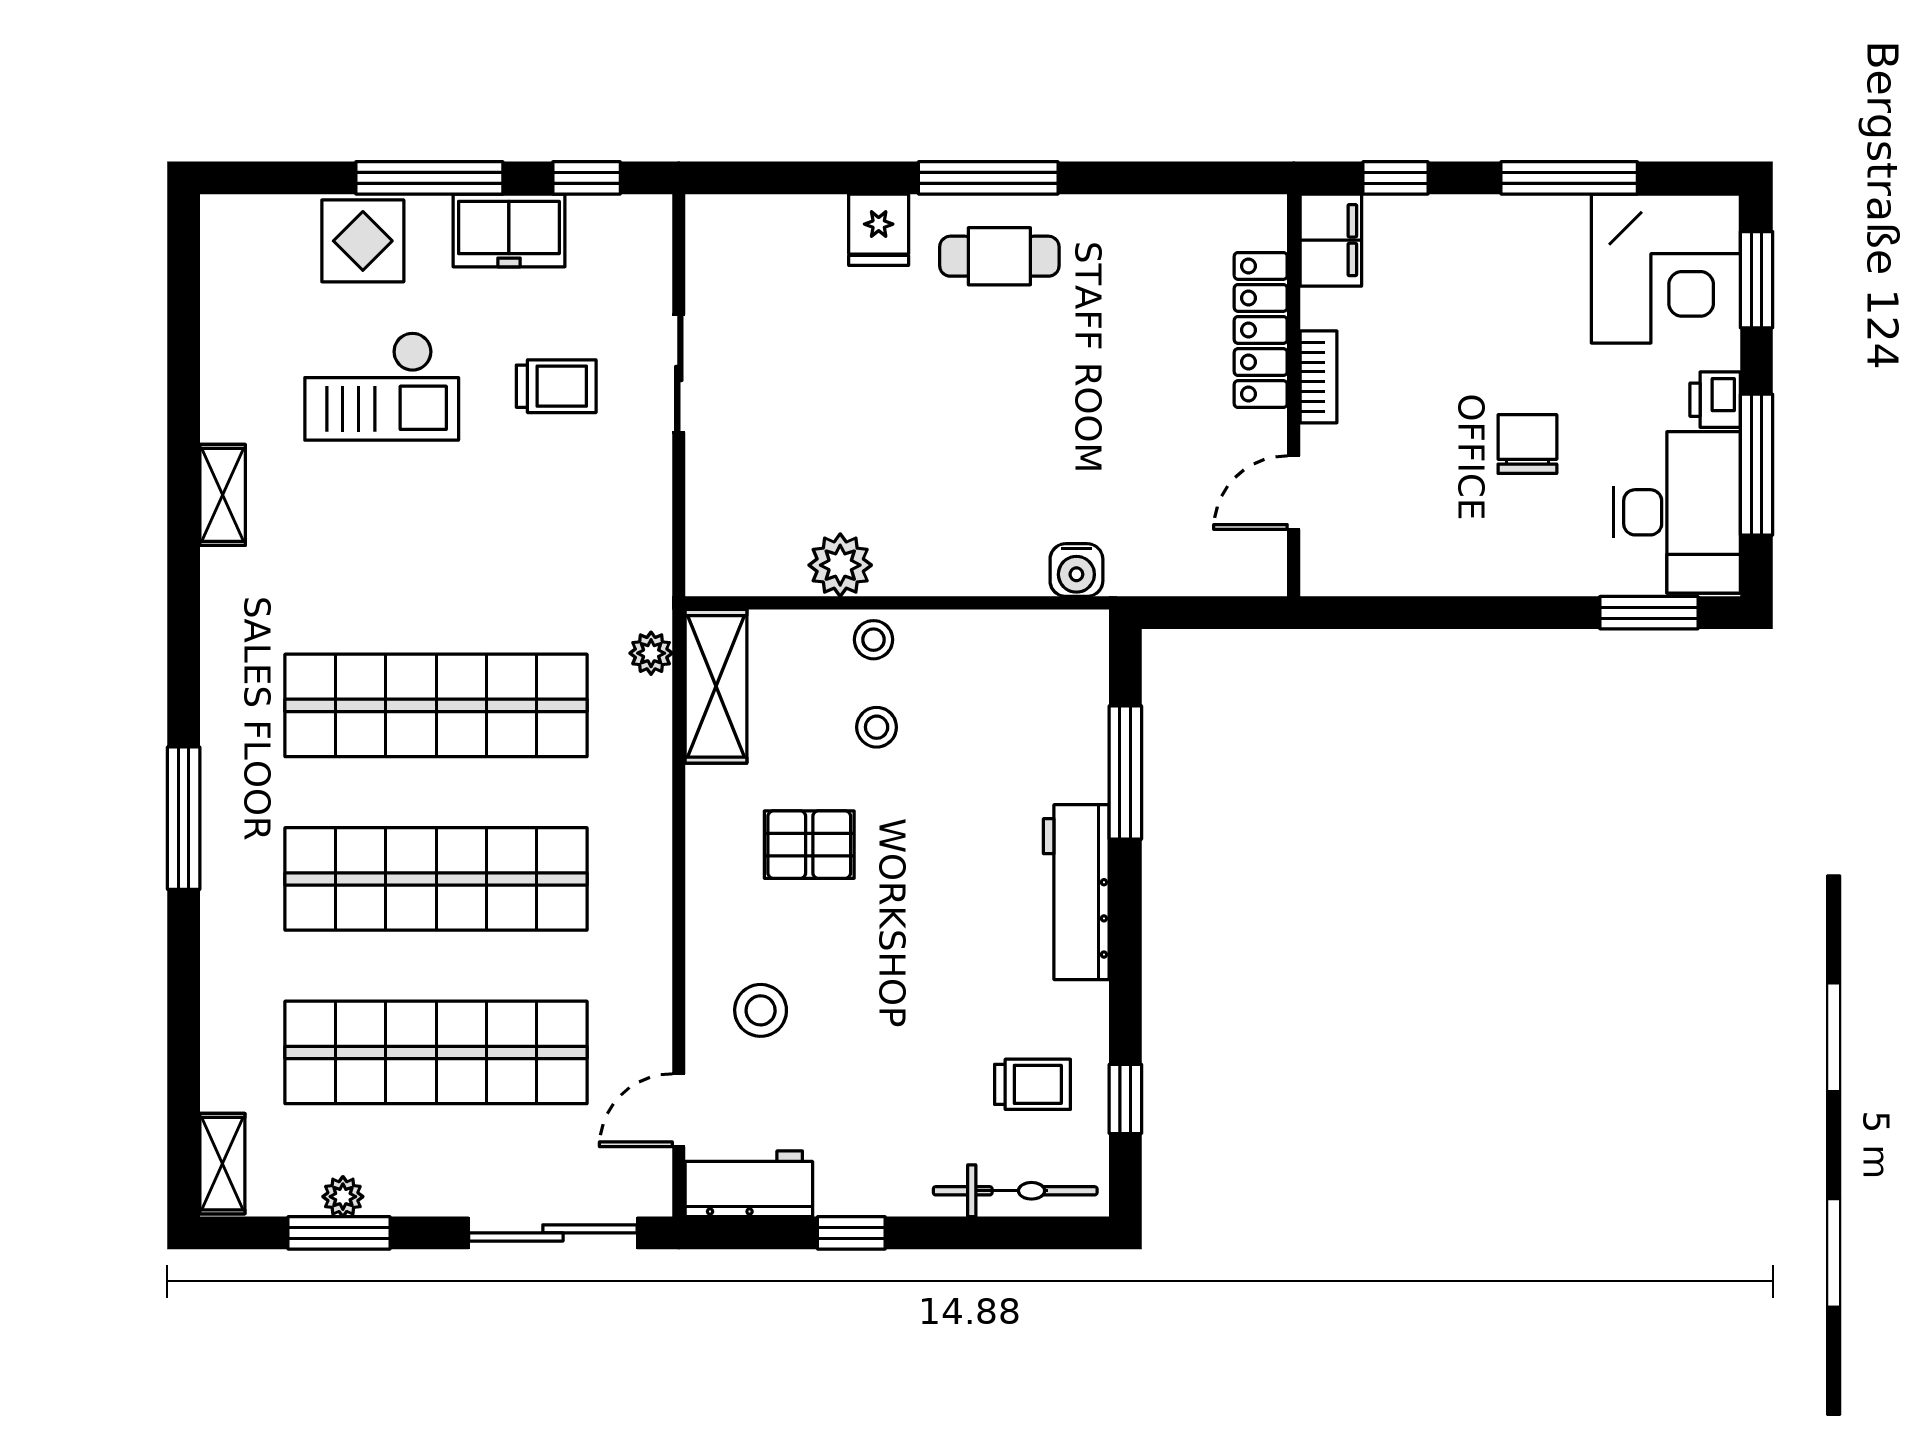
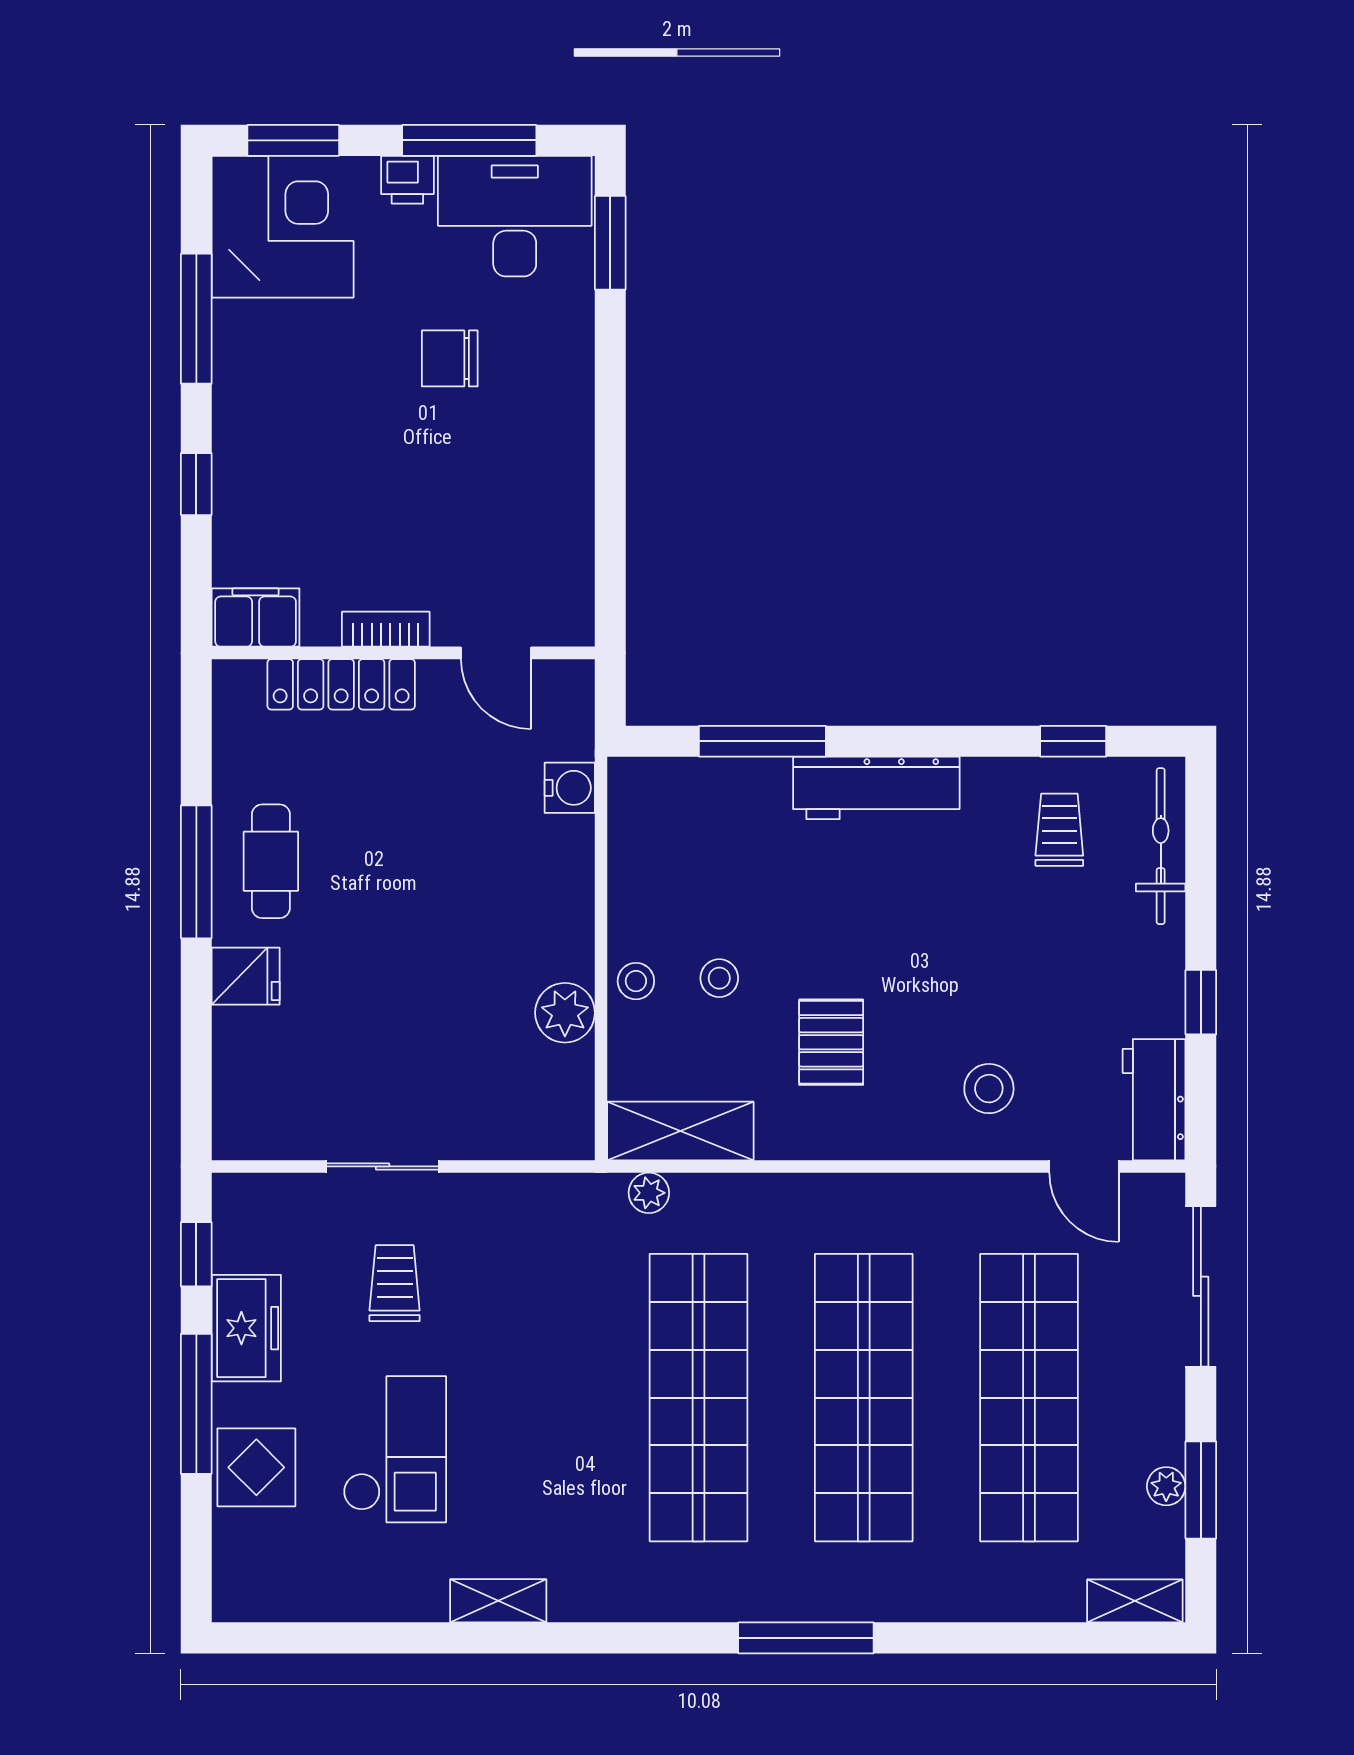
filing cabinet: (1331, 240) -> (256, 618), moved
locker: (1261, 330) -> (341, 684), moved
bookcase: (1319, 377) -> (386, 629), moved
wall: (1294, 395) -> (403, 653), moved
door: (1294, 493) -> (496, 653), moved

